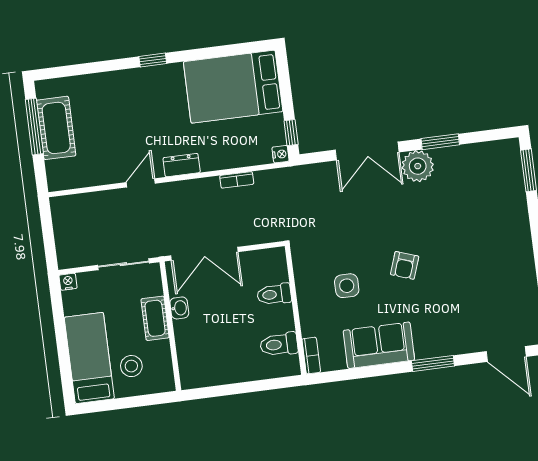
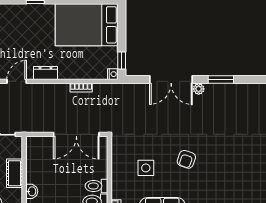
plant: (418, 166) -> (199, 89), width x0.53, depth x0.53
double door: (204, 254) -> (76, 134), moved
toilet: (274, 294) -> (96, 186), moved
washbasin: (179, 308) -> (32, 191), moved

